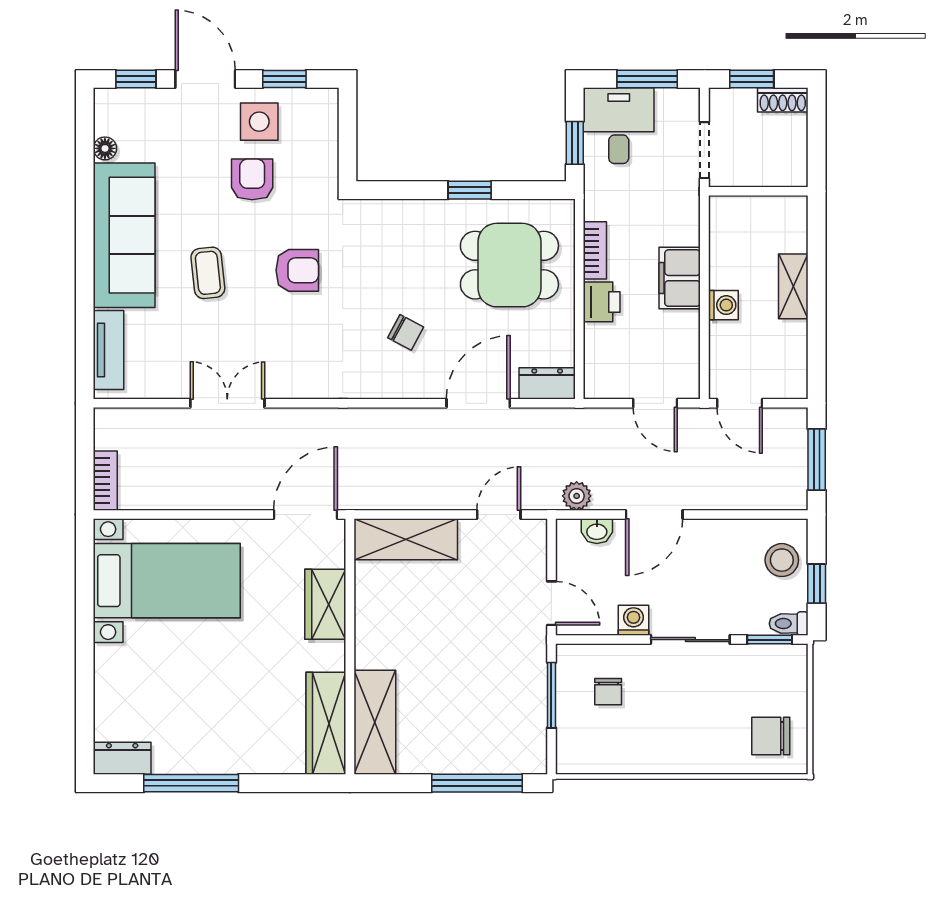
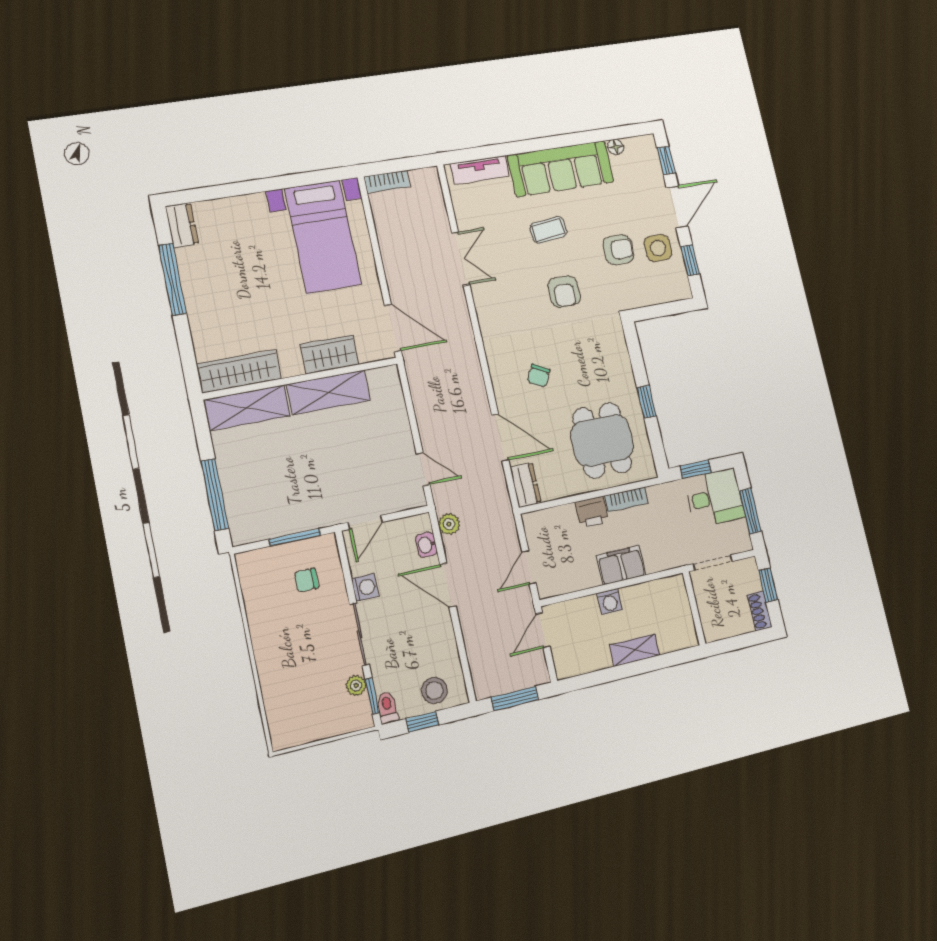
shelving: (406, 539) -> (328, 392), moved, turned 90
plant: (752, 657) -> (356, 686), added
chair: (771, 736) -> (297, 715), removed

